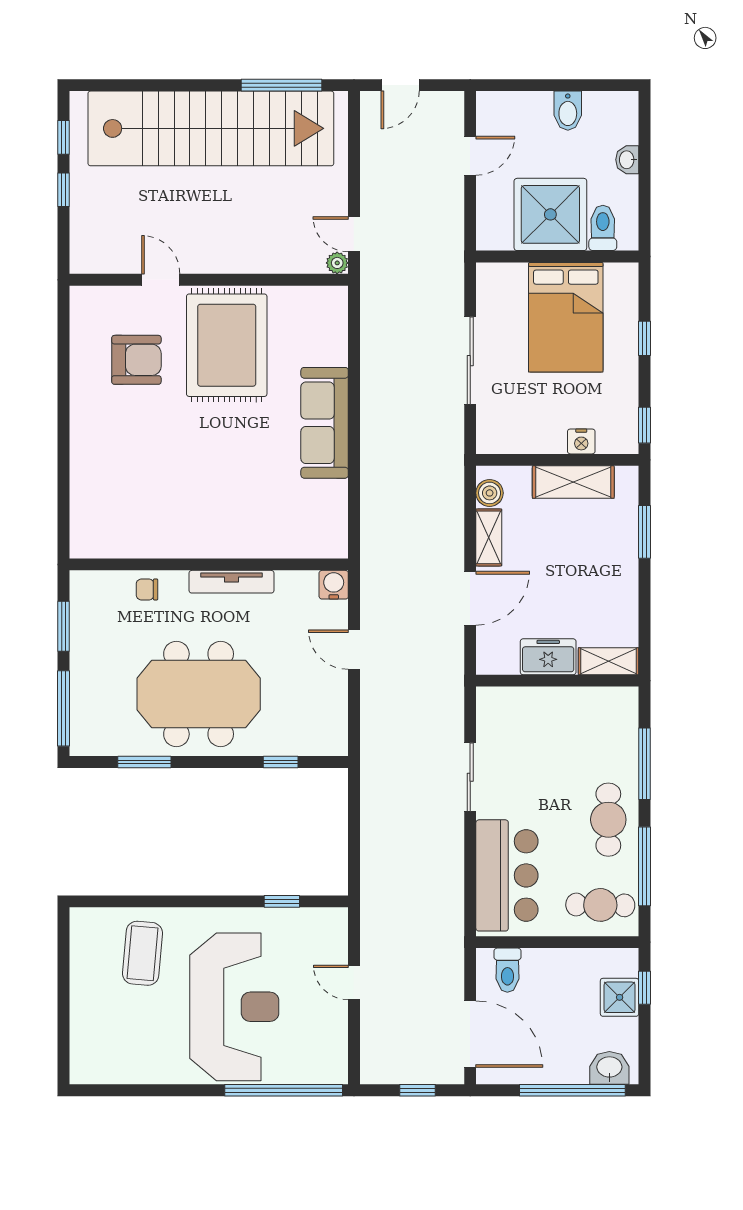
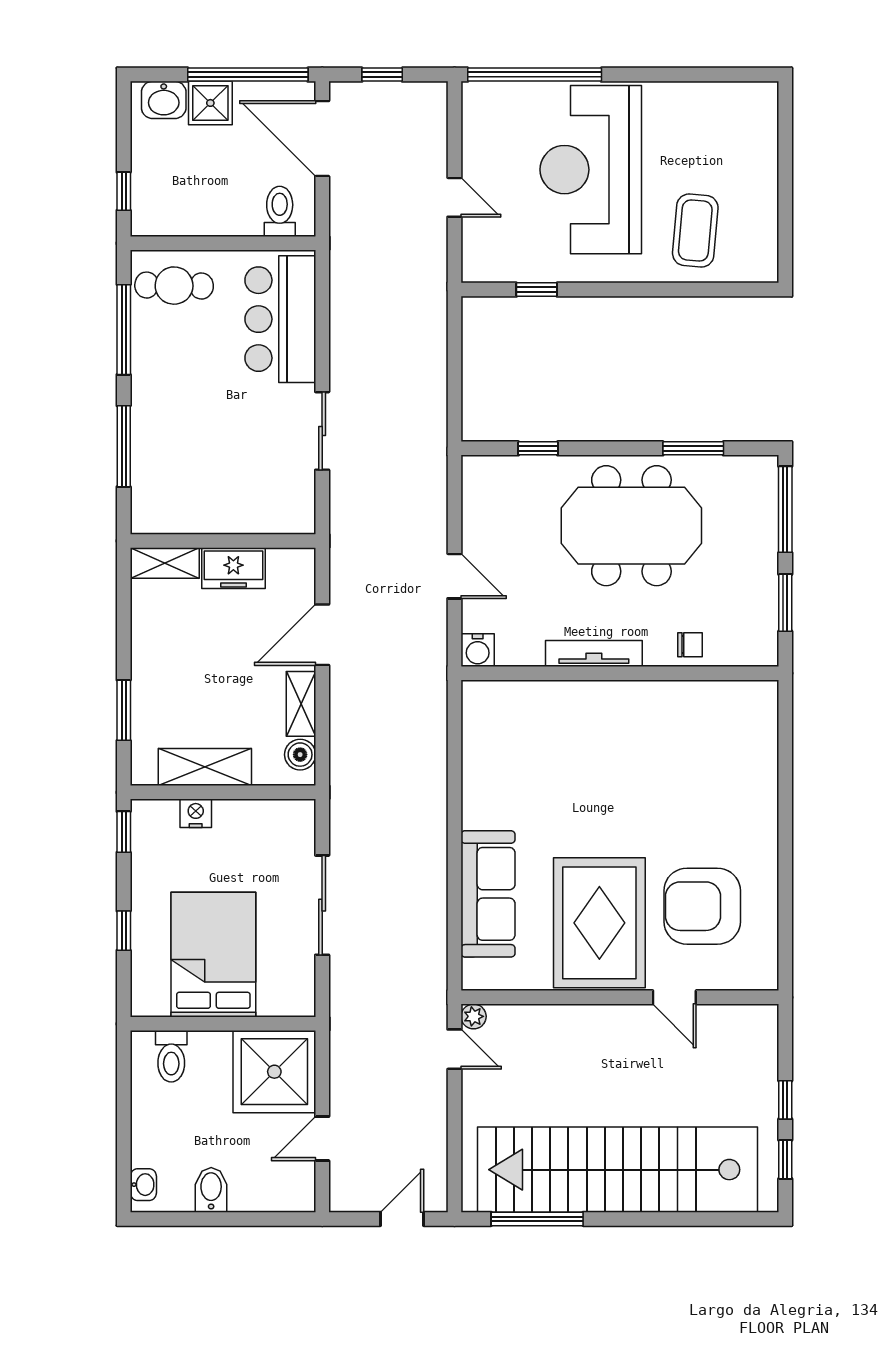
washbasin: (627, 160) -> (143, 1185), moved
shower: (550, 214) -> (274, 1072), moved
armchair: (136, 360) -> (702, 906), width x1.36, depth x1.36
sofa: (325, 423) -> (488, 894), moved
cafe table: (608, 820) -> (165, 383), removed
shower: (620, 997) -> (210, 103), moved
window: (572, 1090) -> (248, 75), moved

